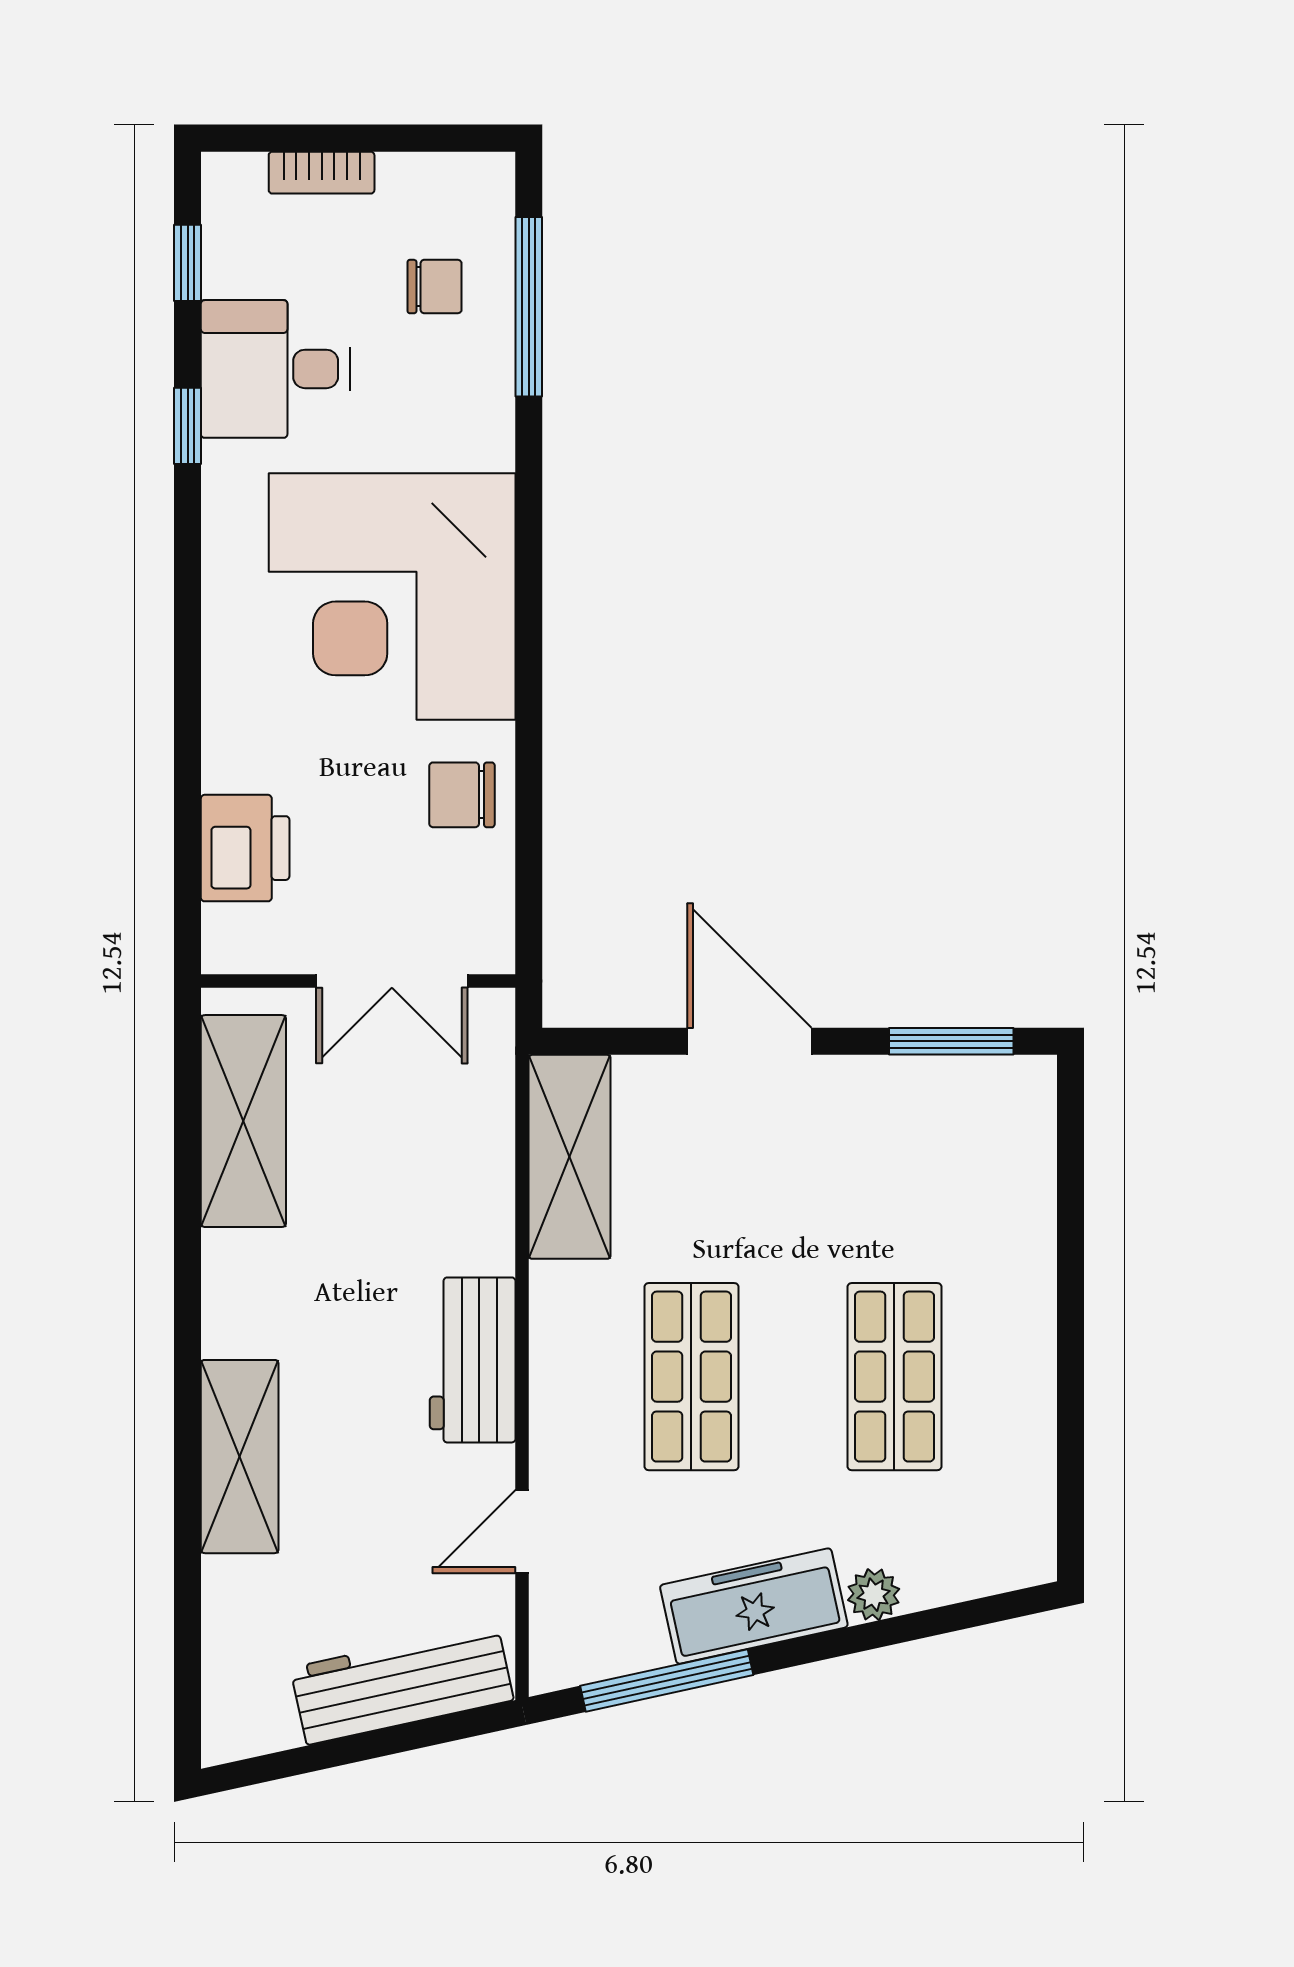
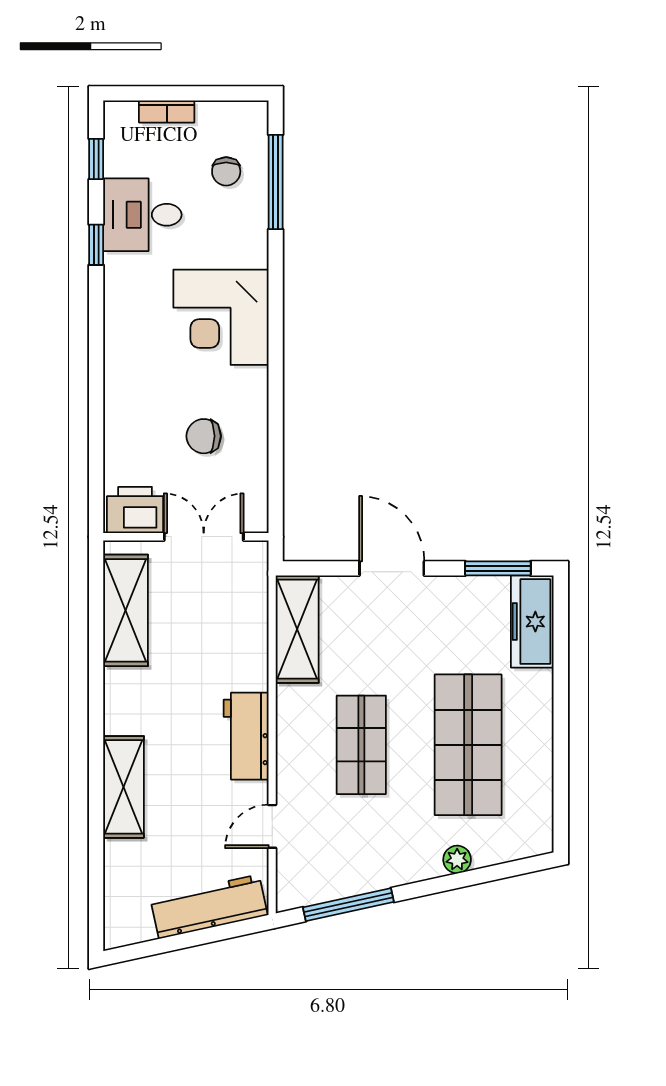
chair: (435, 287) -> (226, 171), turned 90
corner desk: (392, 597) -> (221, 317), width x0.74, depth x0.74
chair: (462, 795) -> (204, 436), moved
printer: (245, 848) -> (135, 510), moved, turned -90
double door: (392, 981) -> (204, 537), swing flipped
shop shelf: (894, 1377) -> (468, 745), width x1.43, depth x1.36
freezer: (754, 1606) -> (532, 622), moved, turned -78

